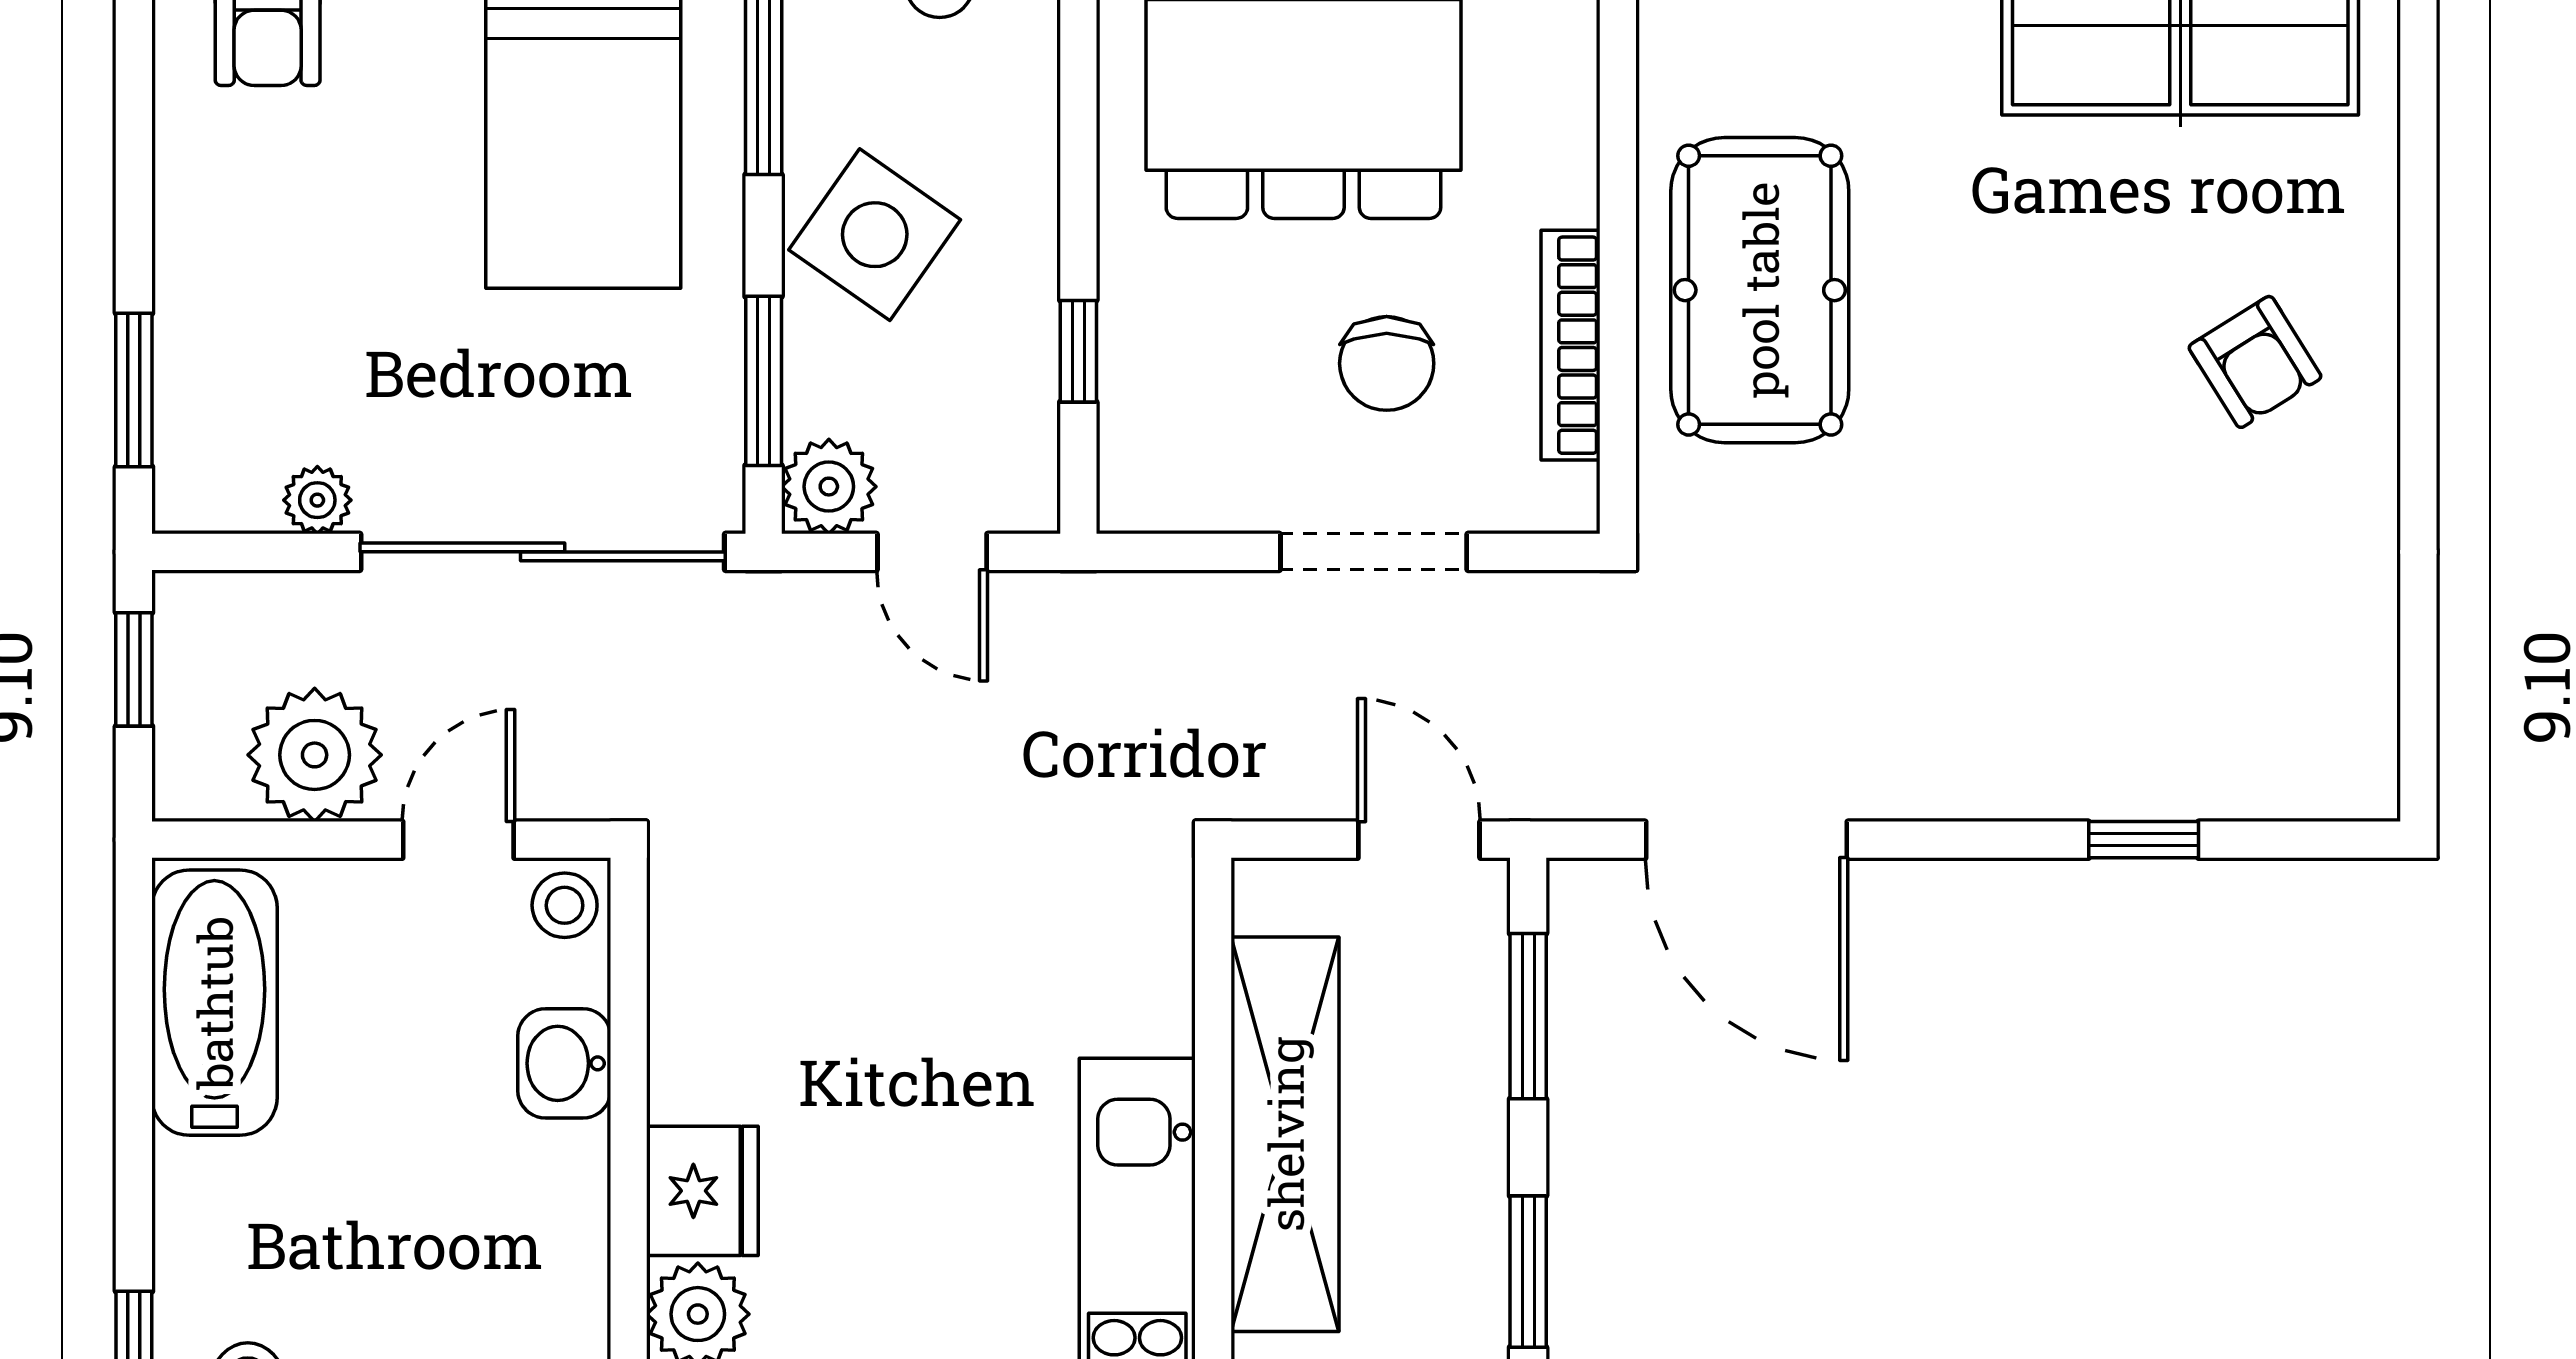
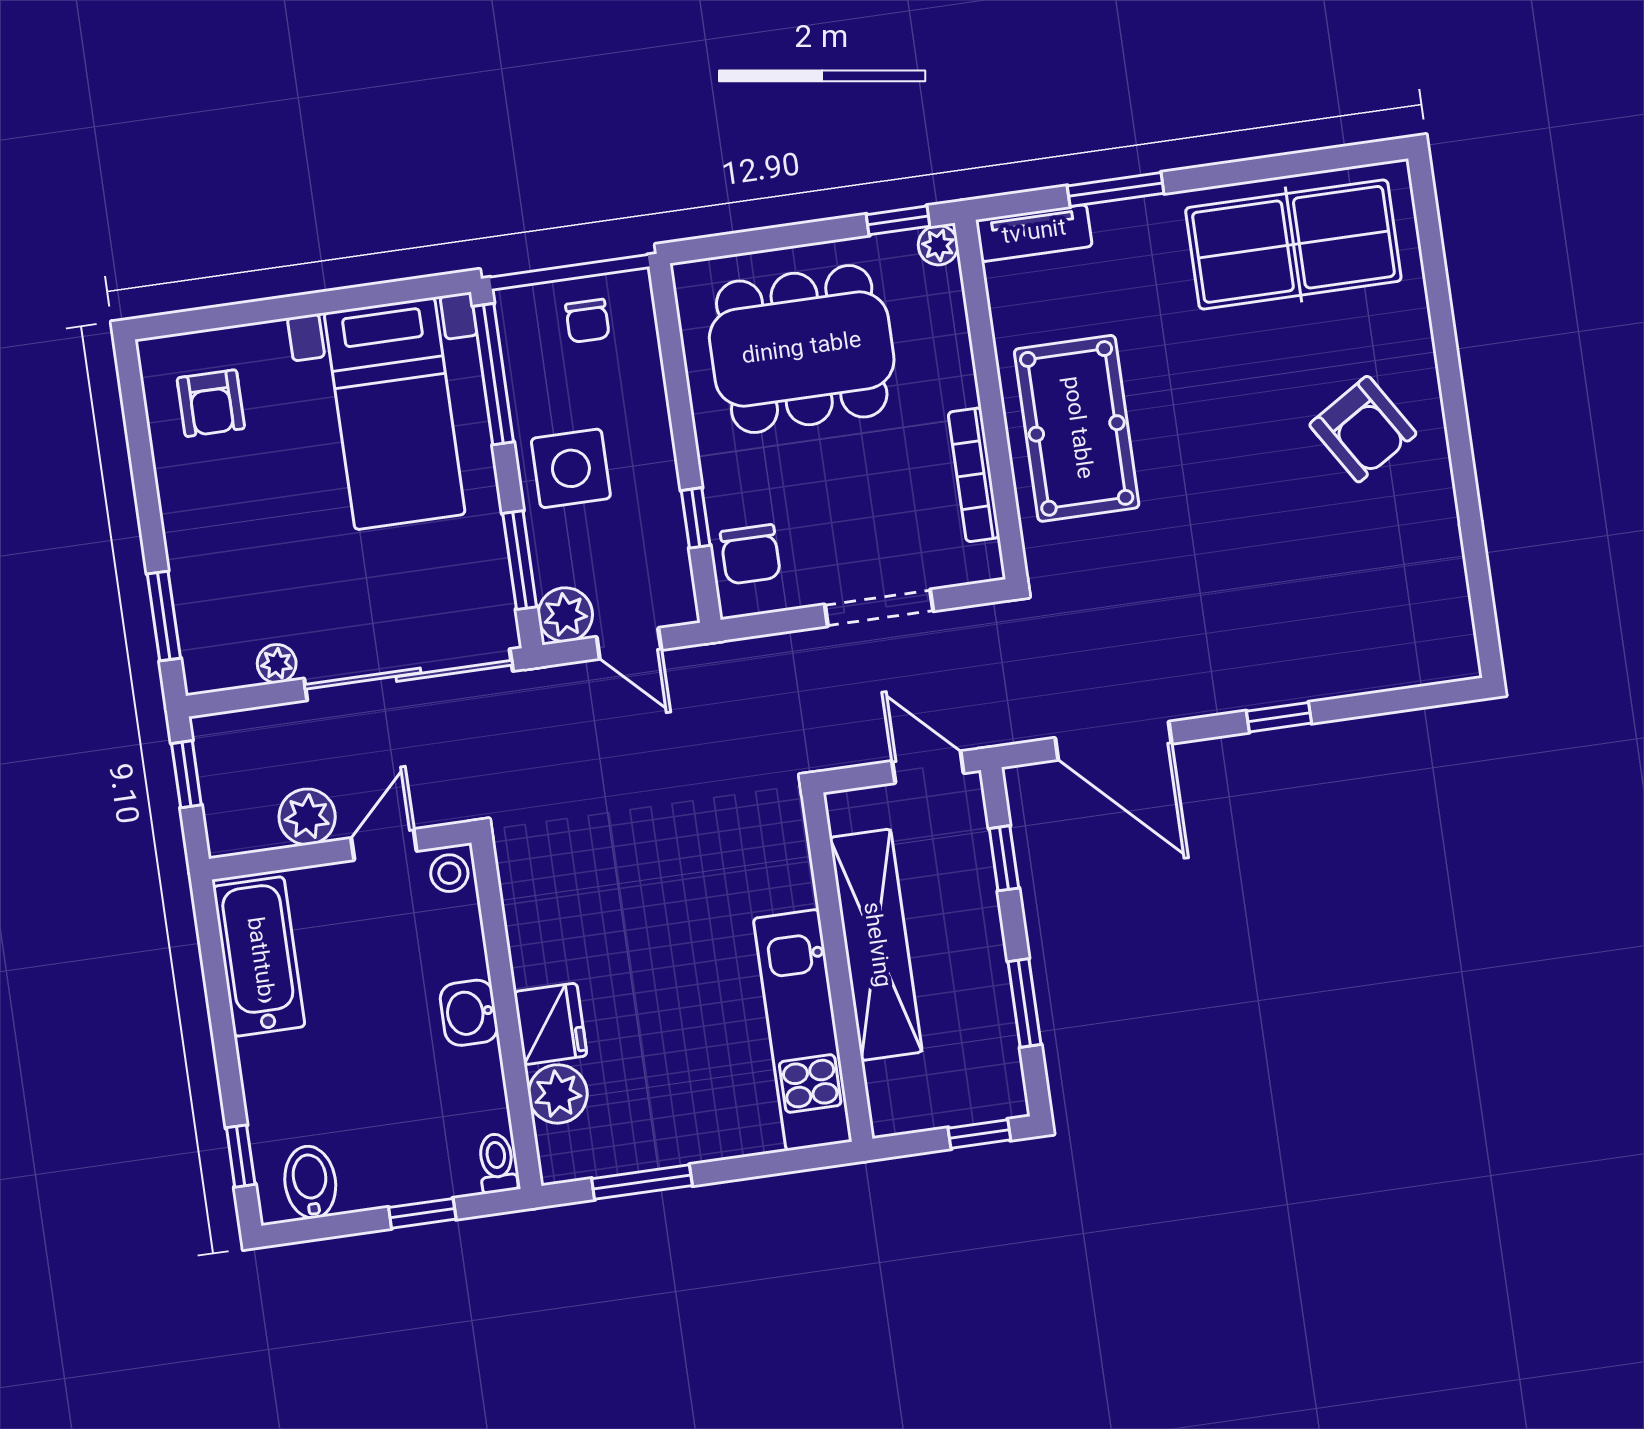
side table: (875, 235) -> (571, 468), turned -35
armchair: (2255, 362) -> (1363, 429), width x1.38, depth x1.38
chair: (1387, 363) -> (750, 554), moved
plant: (315, 755) -> (307, 817), width x0.73, depth x0.73
window: (2144, 840) -> (1279, 717), moved
window: (1528, 1016) -> (1004, 858), width x0.67
washbasin: (564, 1063) -> (469, 1013), moved

